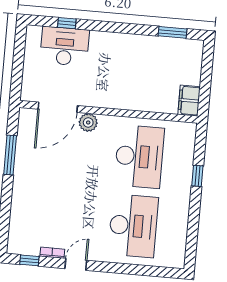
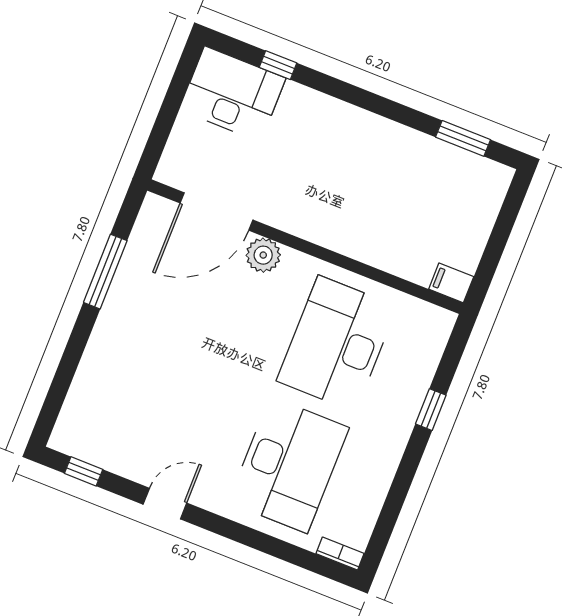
desk: (65, 46) -> (233, 94), moved
filing cabinet: (189, 101) -> (451, 283), width x0.50
desk: (139, 156) -> (337, 344), turned 180
bookcase: (52, 253) -> (340, 554), moved

